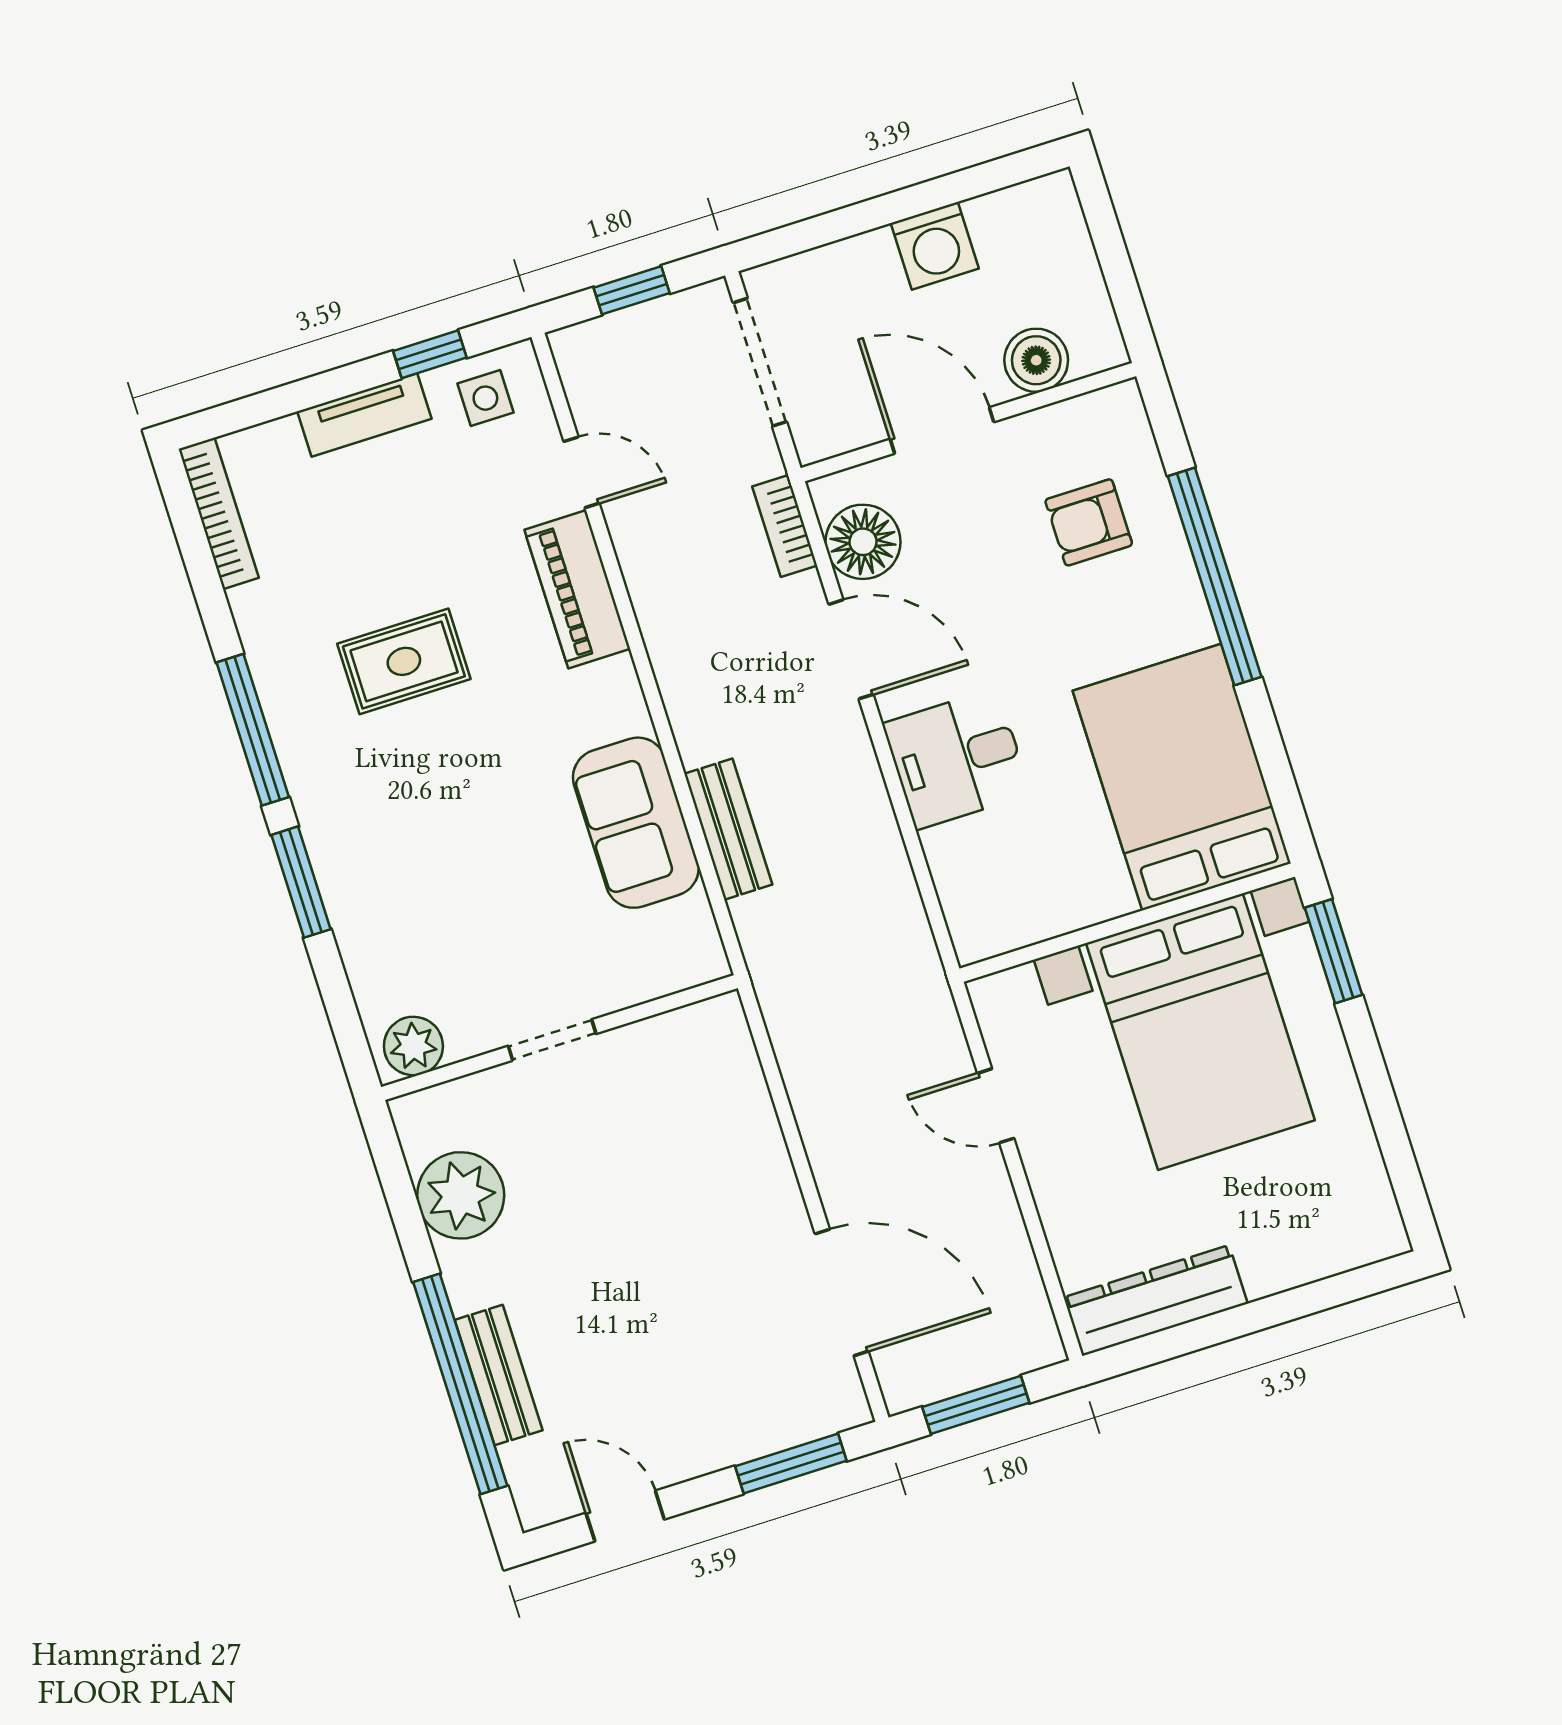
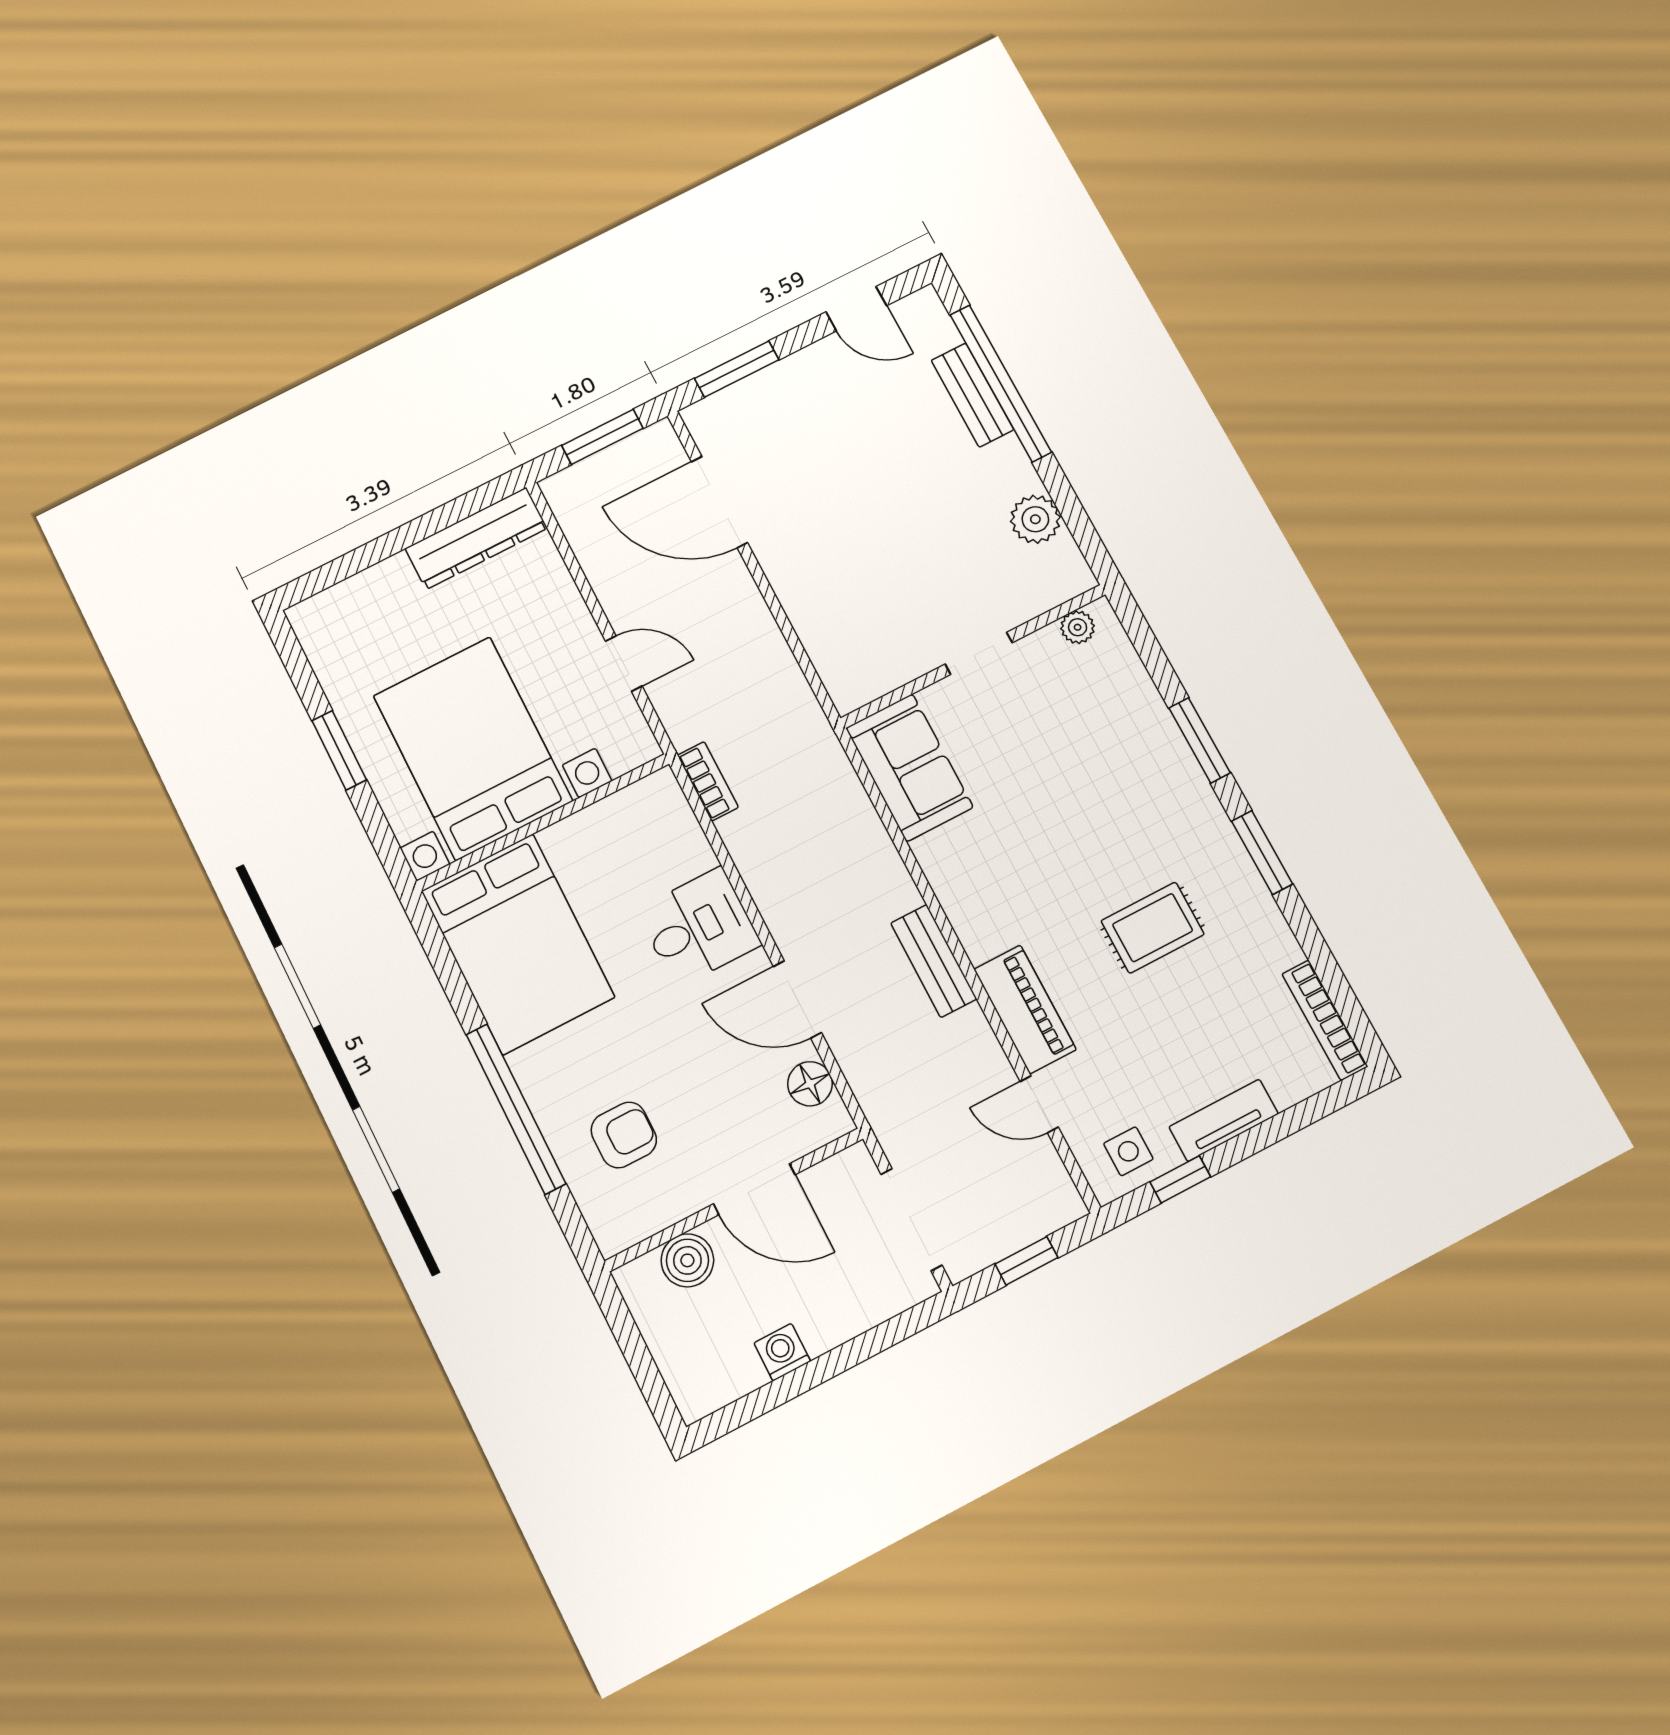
washing machine: (935, 246) -> (782, 1352), width x0.73, depth x0.73
bookcase: (785, 526) -> (708, 781), moved
floor lamp: (863, 542) -> (810, 1084), width x0.73, depth x0.73
window: (253, 730) -> (1262, 853), width x0.69
sofa: (636, 823) -> (909, 768), moved
bench: (728, 829) -> (934, 961), moved
window: (1333, 951) -> (339, 750), moved
plant: (413, 1046) -> (1078, 627), width x0.73, depth x0.73
plant: (461, 1195) -> (1035, 519), width x0.73, depth x0.73

